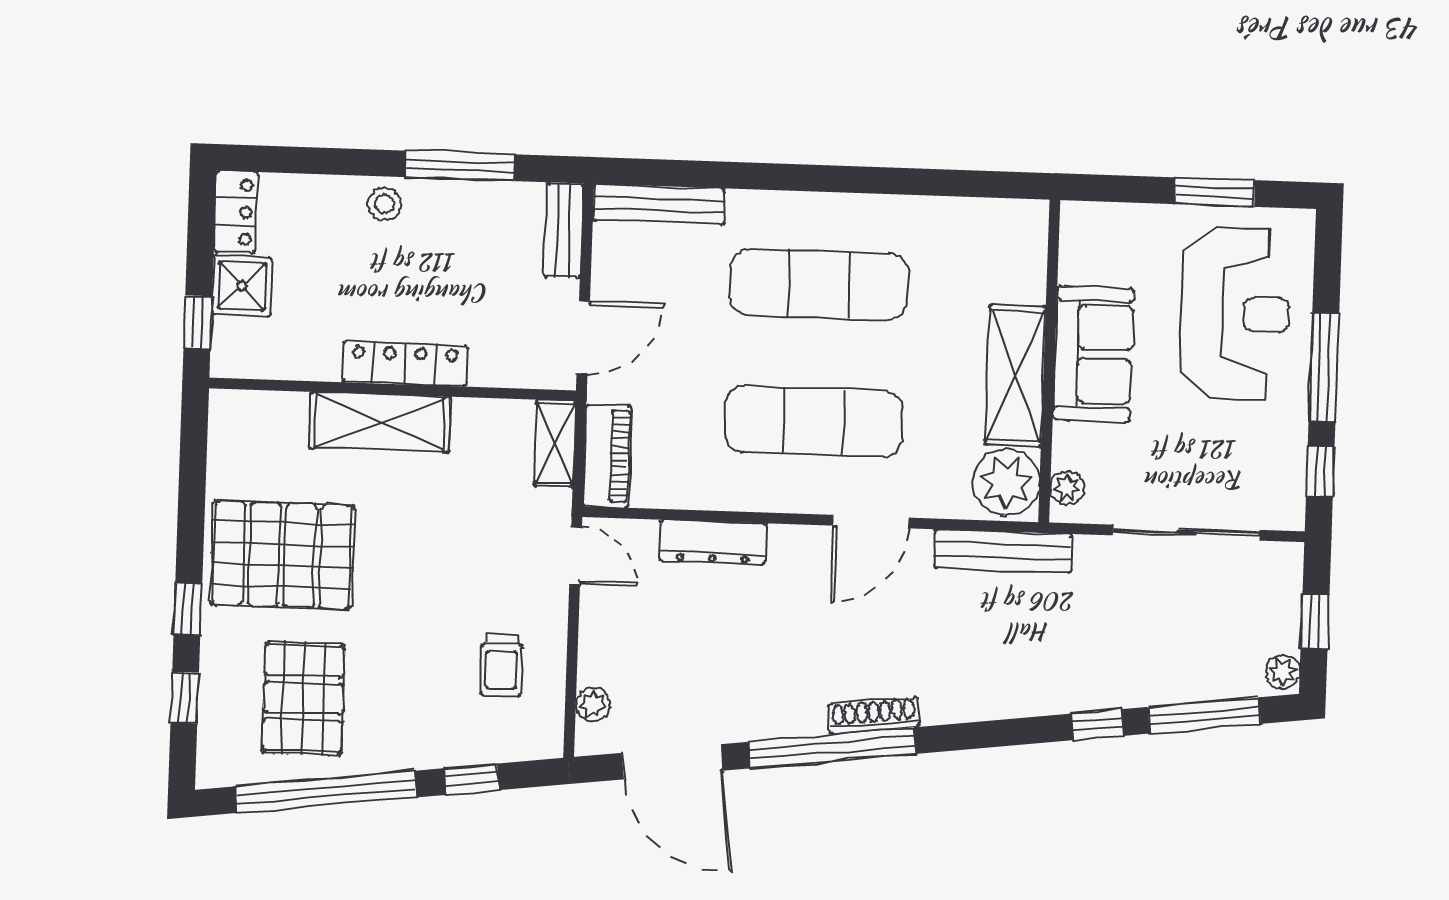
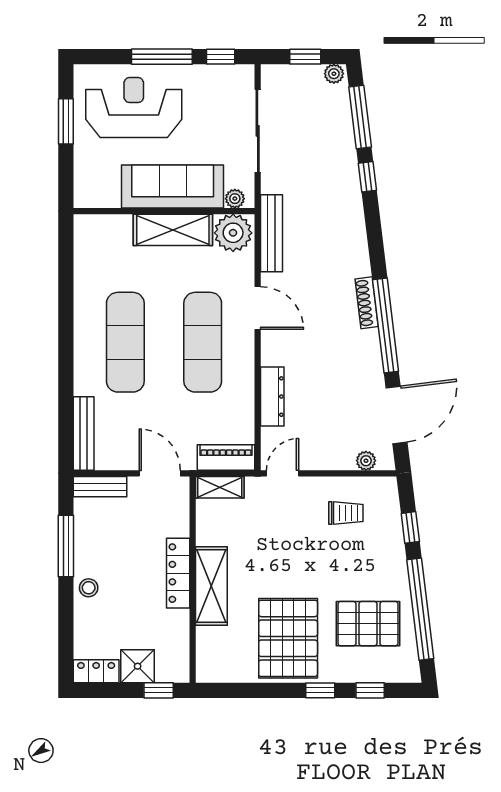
sofa: (1093, 354) -> (173, 186), width x1.36

